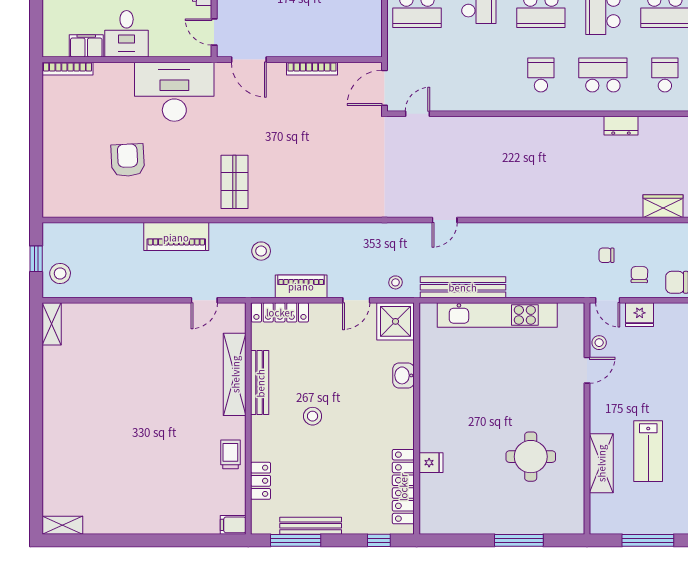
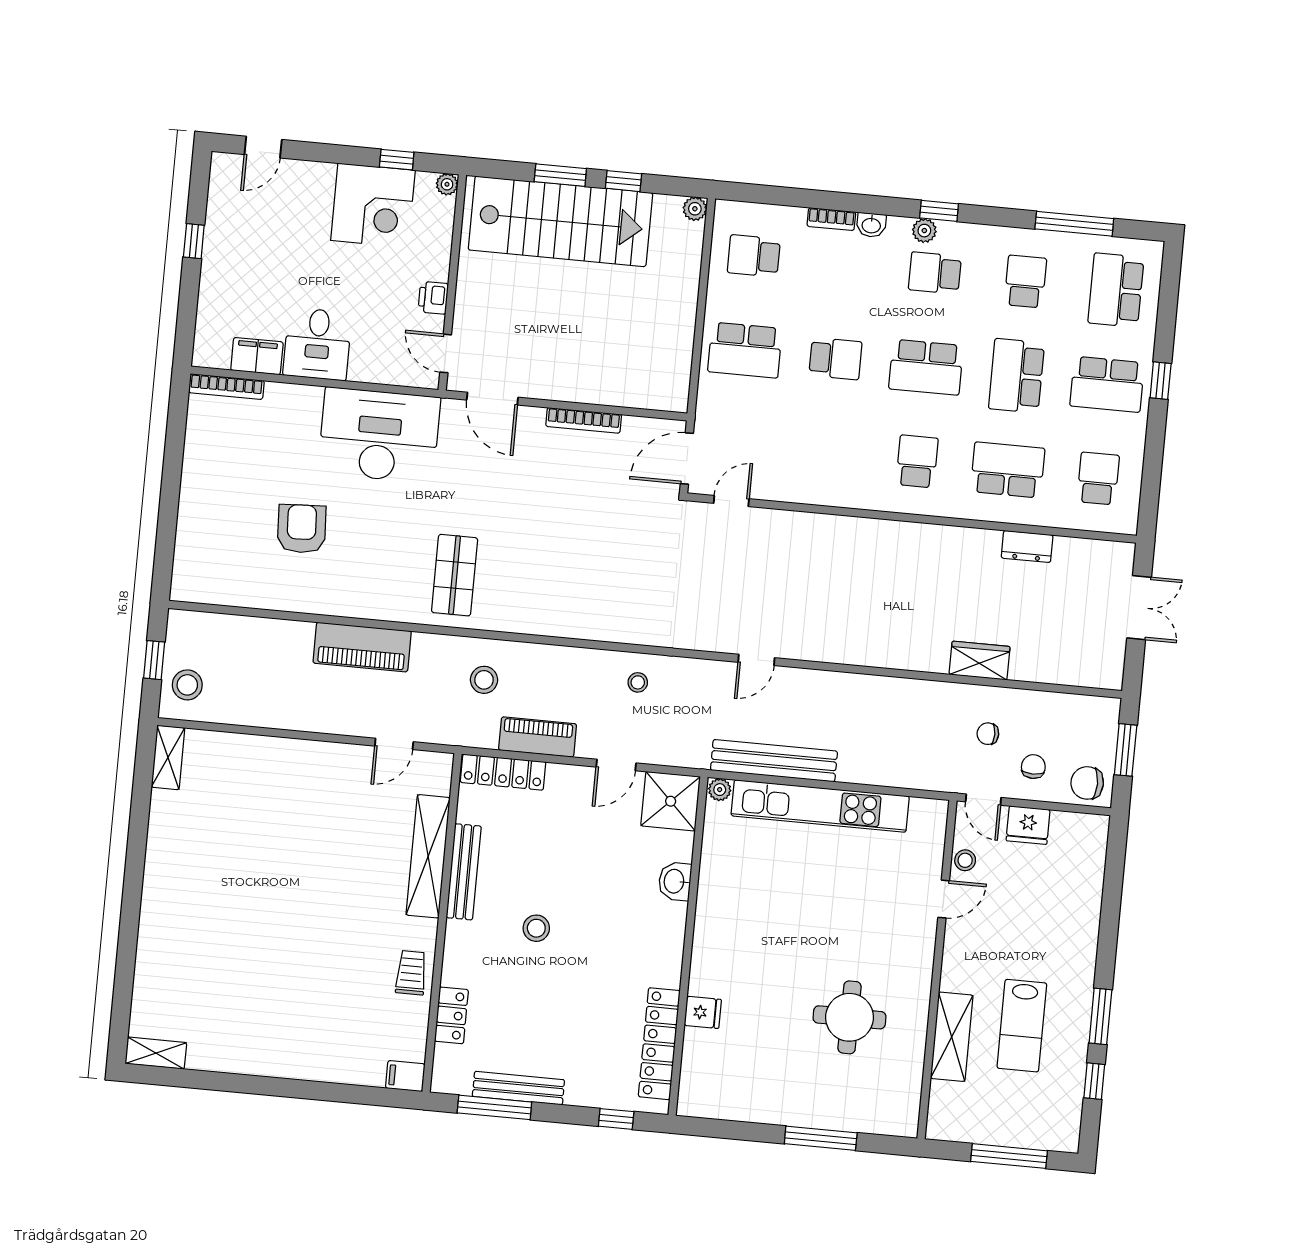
wardrobe: (663, 206) -> (980, 661), moved
stool: (395, 282) -> (638, 682), moved
plant: (428, 310) -> (720, 790), added

